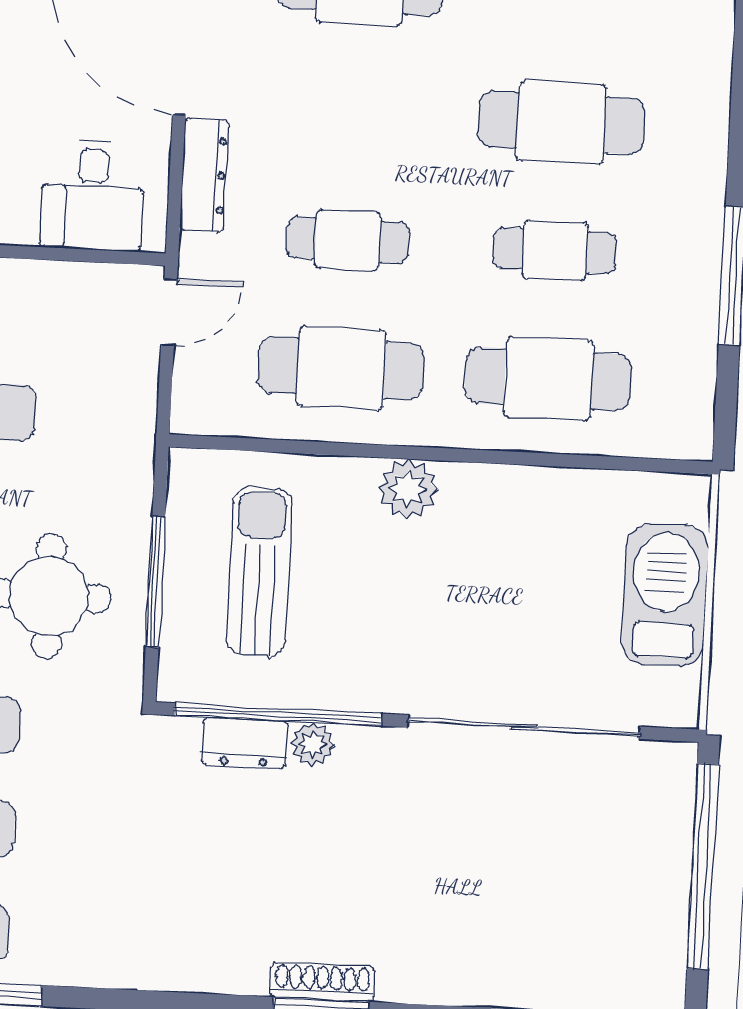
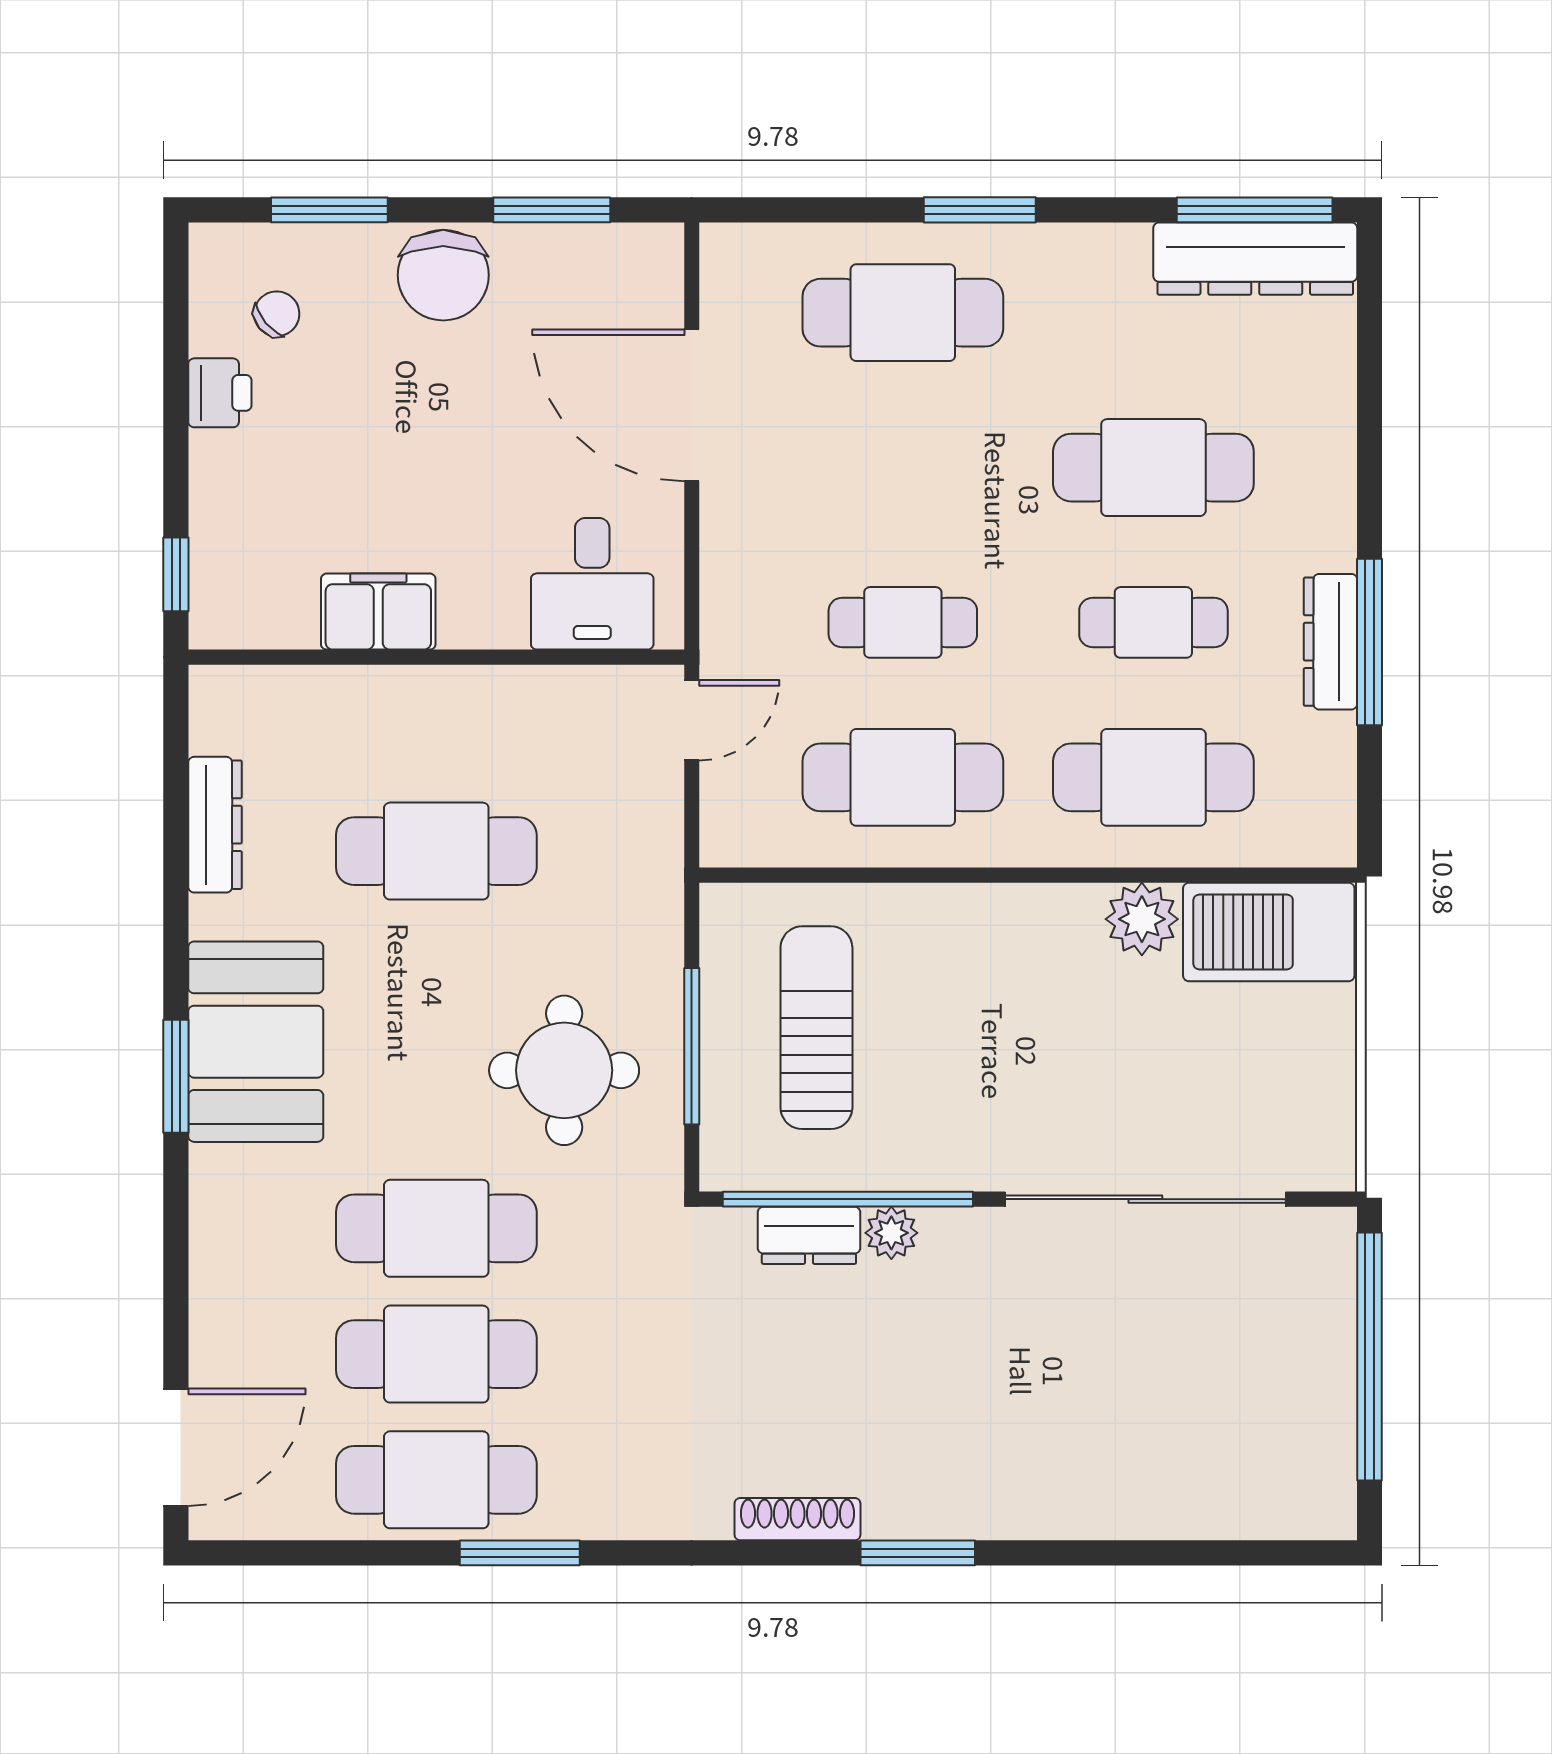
dresser: (204, 175) -> (1330, 642), moved, turned 180
plant: (408, 489) -> (1142, 919), moved
barbecue: (665, 595) -> (1269, 932), moved, turned -90
shoe rack: (322, 982) -> (797, 1519), moved

